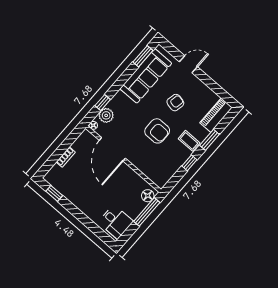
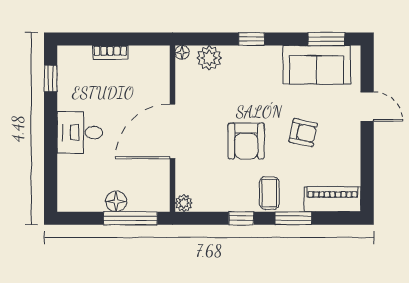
sofa: (146, 76) -> (317, 65), width x0.73
window: (103, 103) -> (252, 39), moved
door: (112, 149) -> (172, 131), moved
plant: (161, 182) -> (184, 203), added
floor lamp: (148, 196) -> (116, 201), moved
desk: (116, 222) -> (80, 132), moved, turned 90

